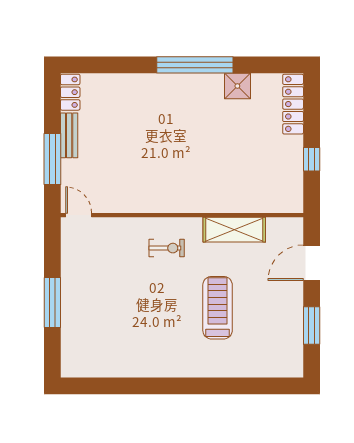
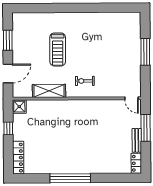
shower: (237, 86) -> (19, 107), moved

